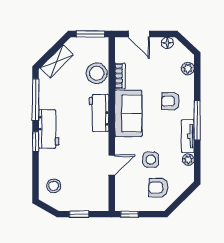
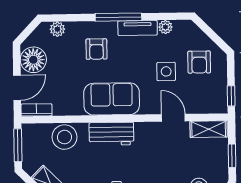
floor lamp: (167, 43) -> (33, 60), width x1.89, depth x1.89
bookcase: (120, 76) -> (36, 110), moved
shelving: (102, 195) -> (209, 129), added

